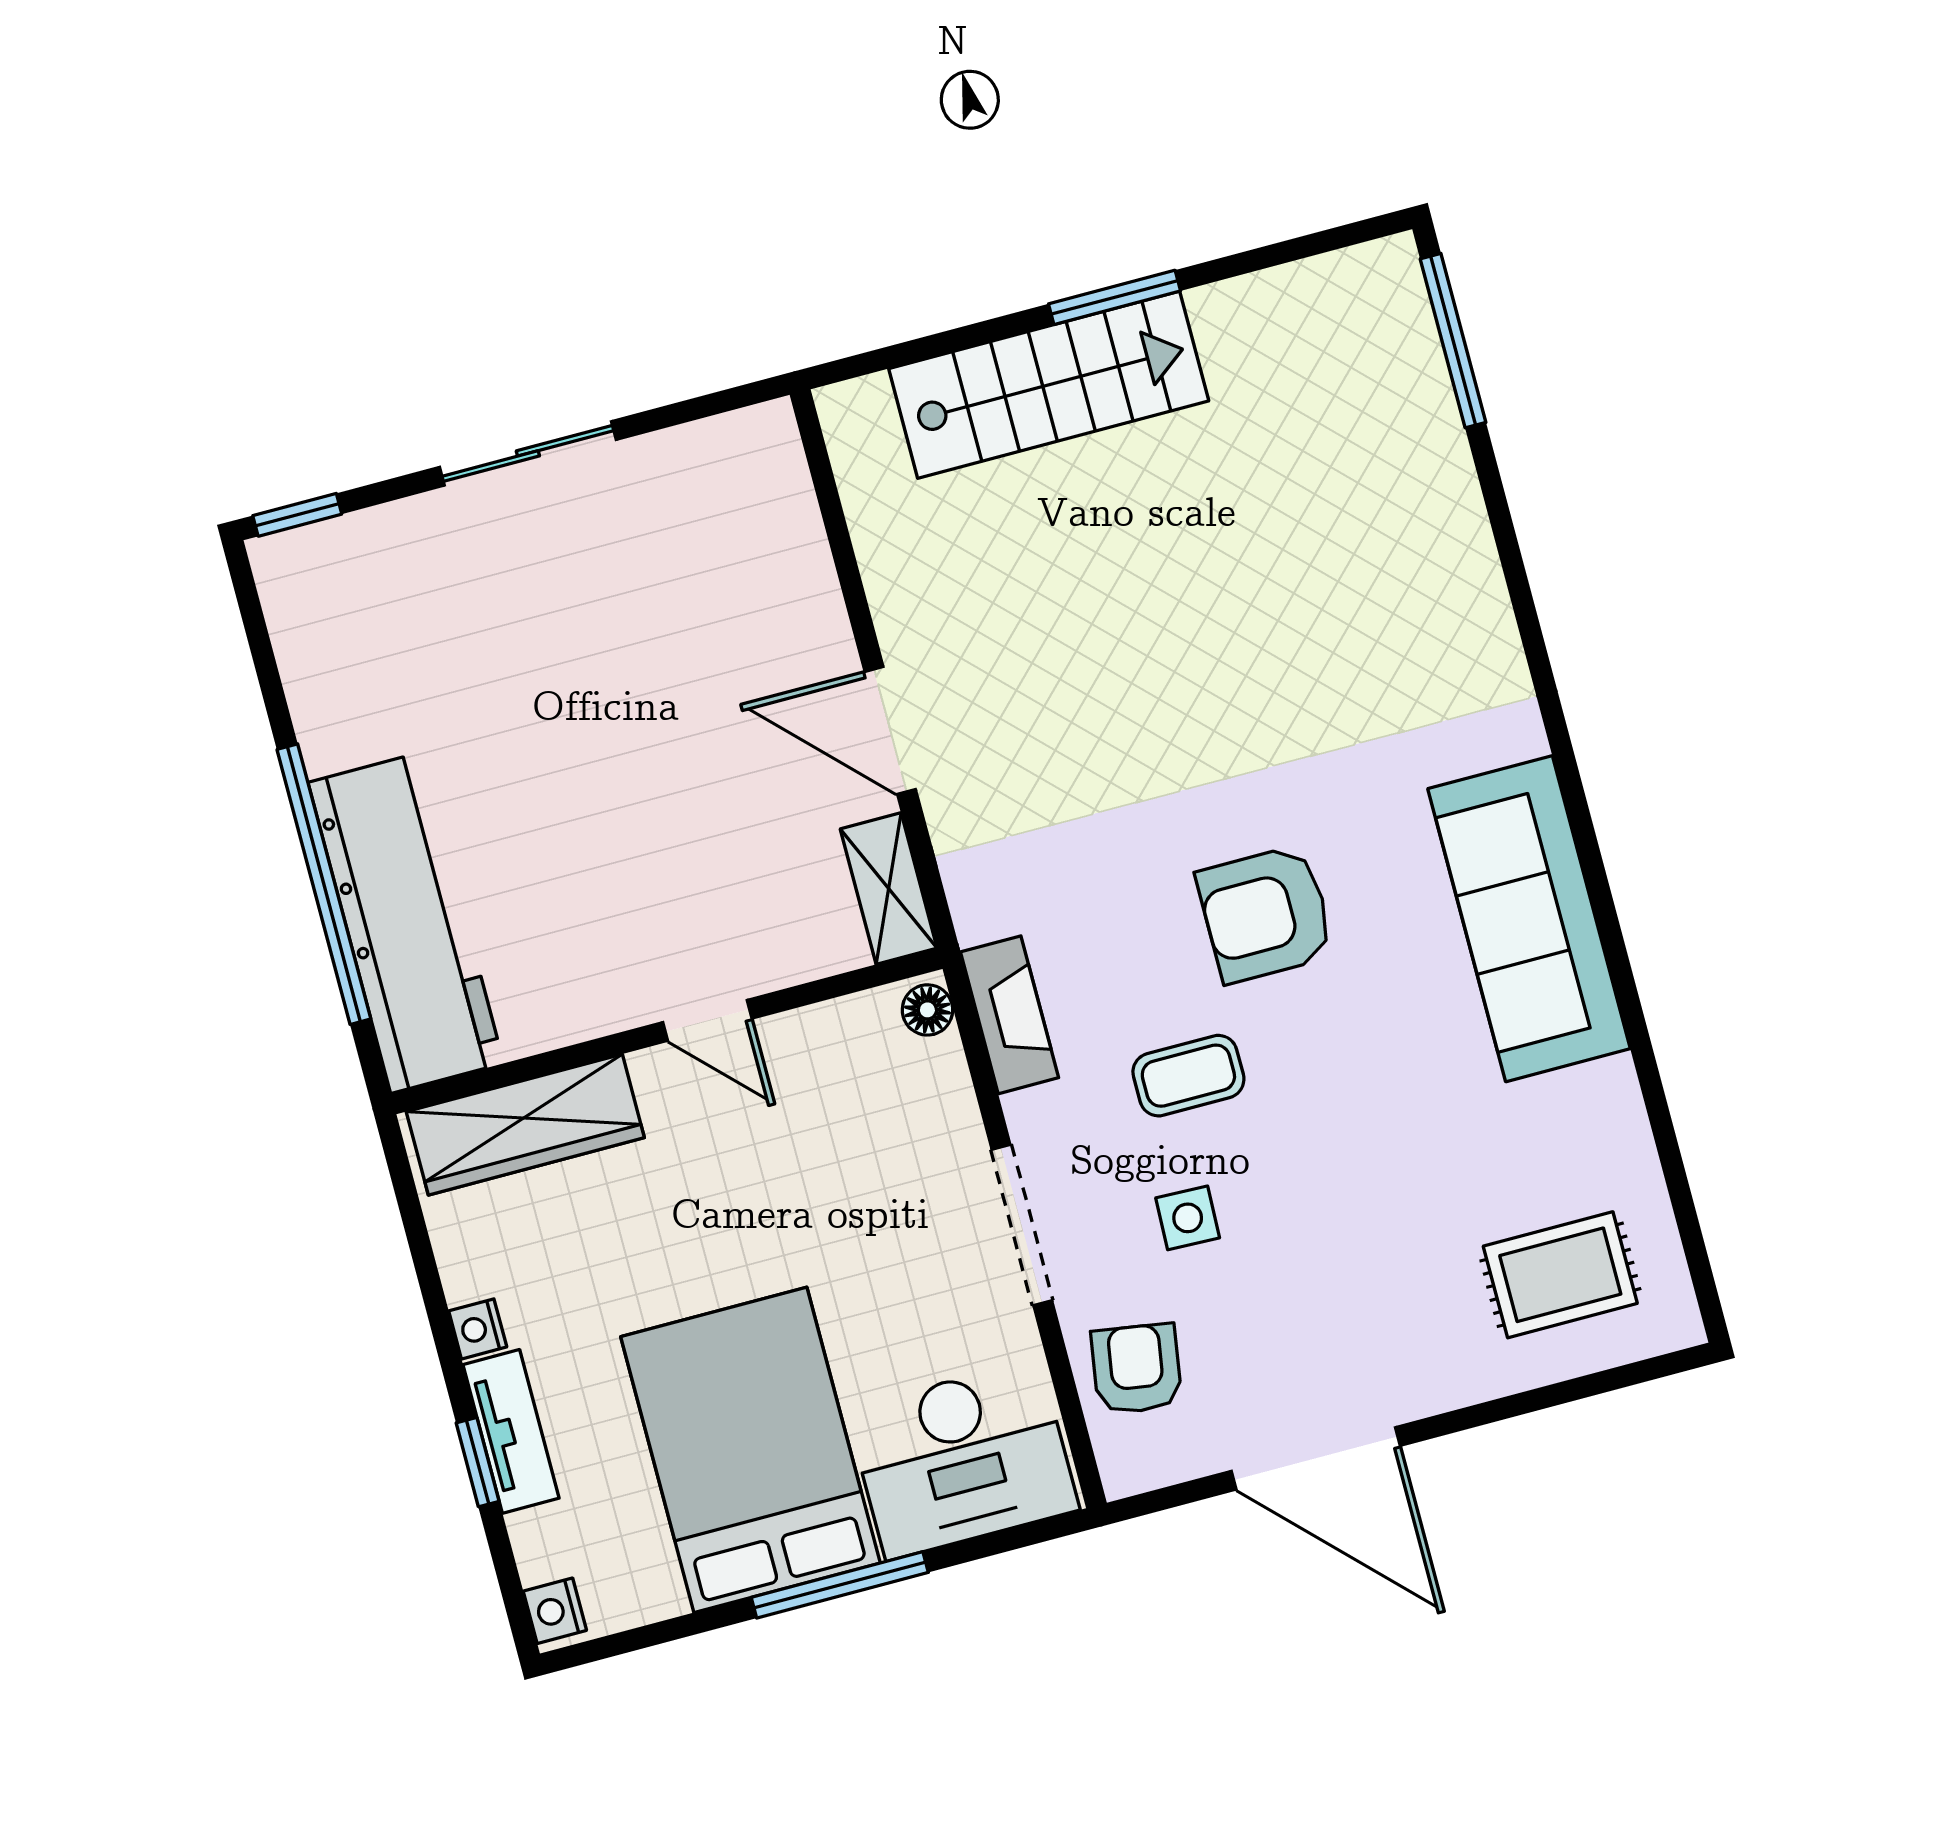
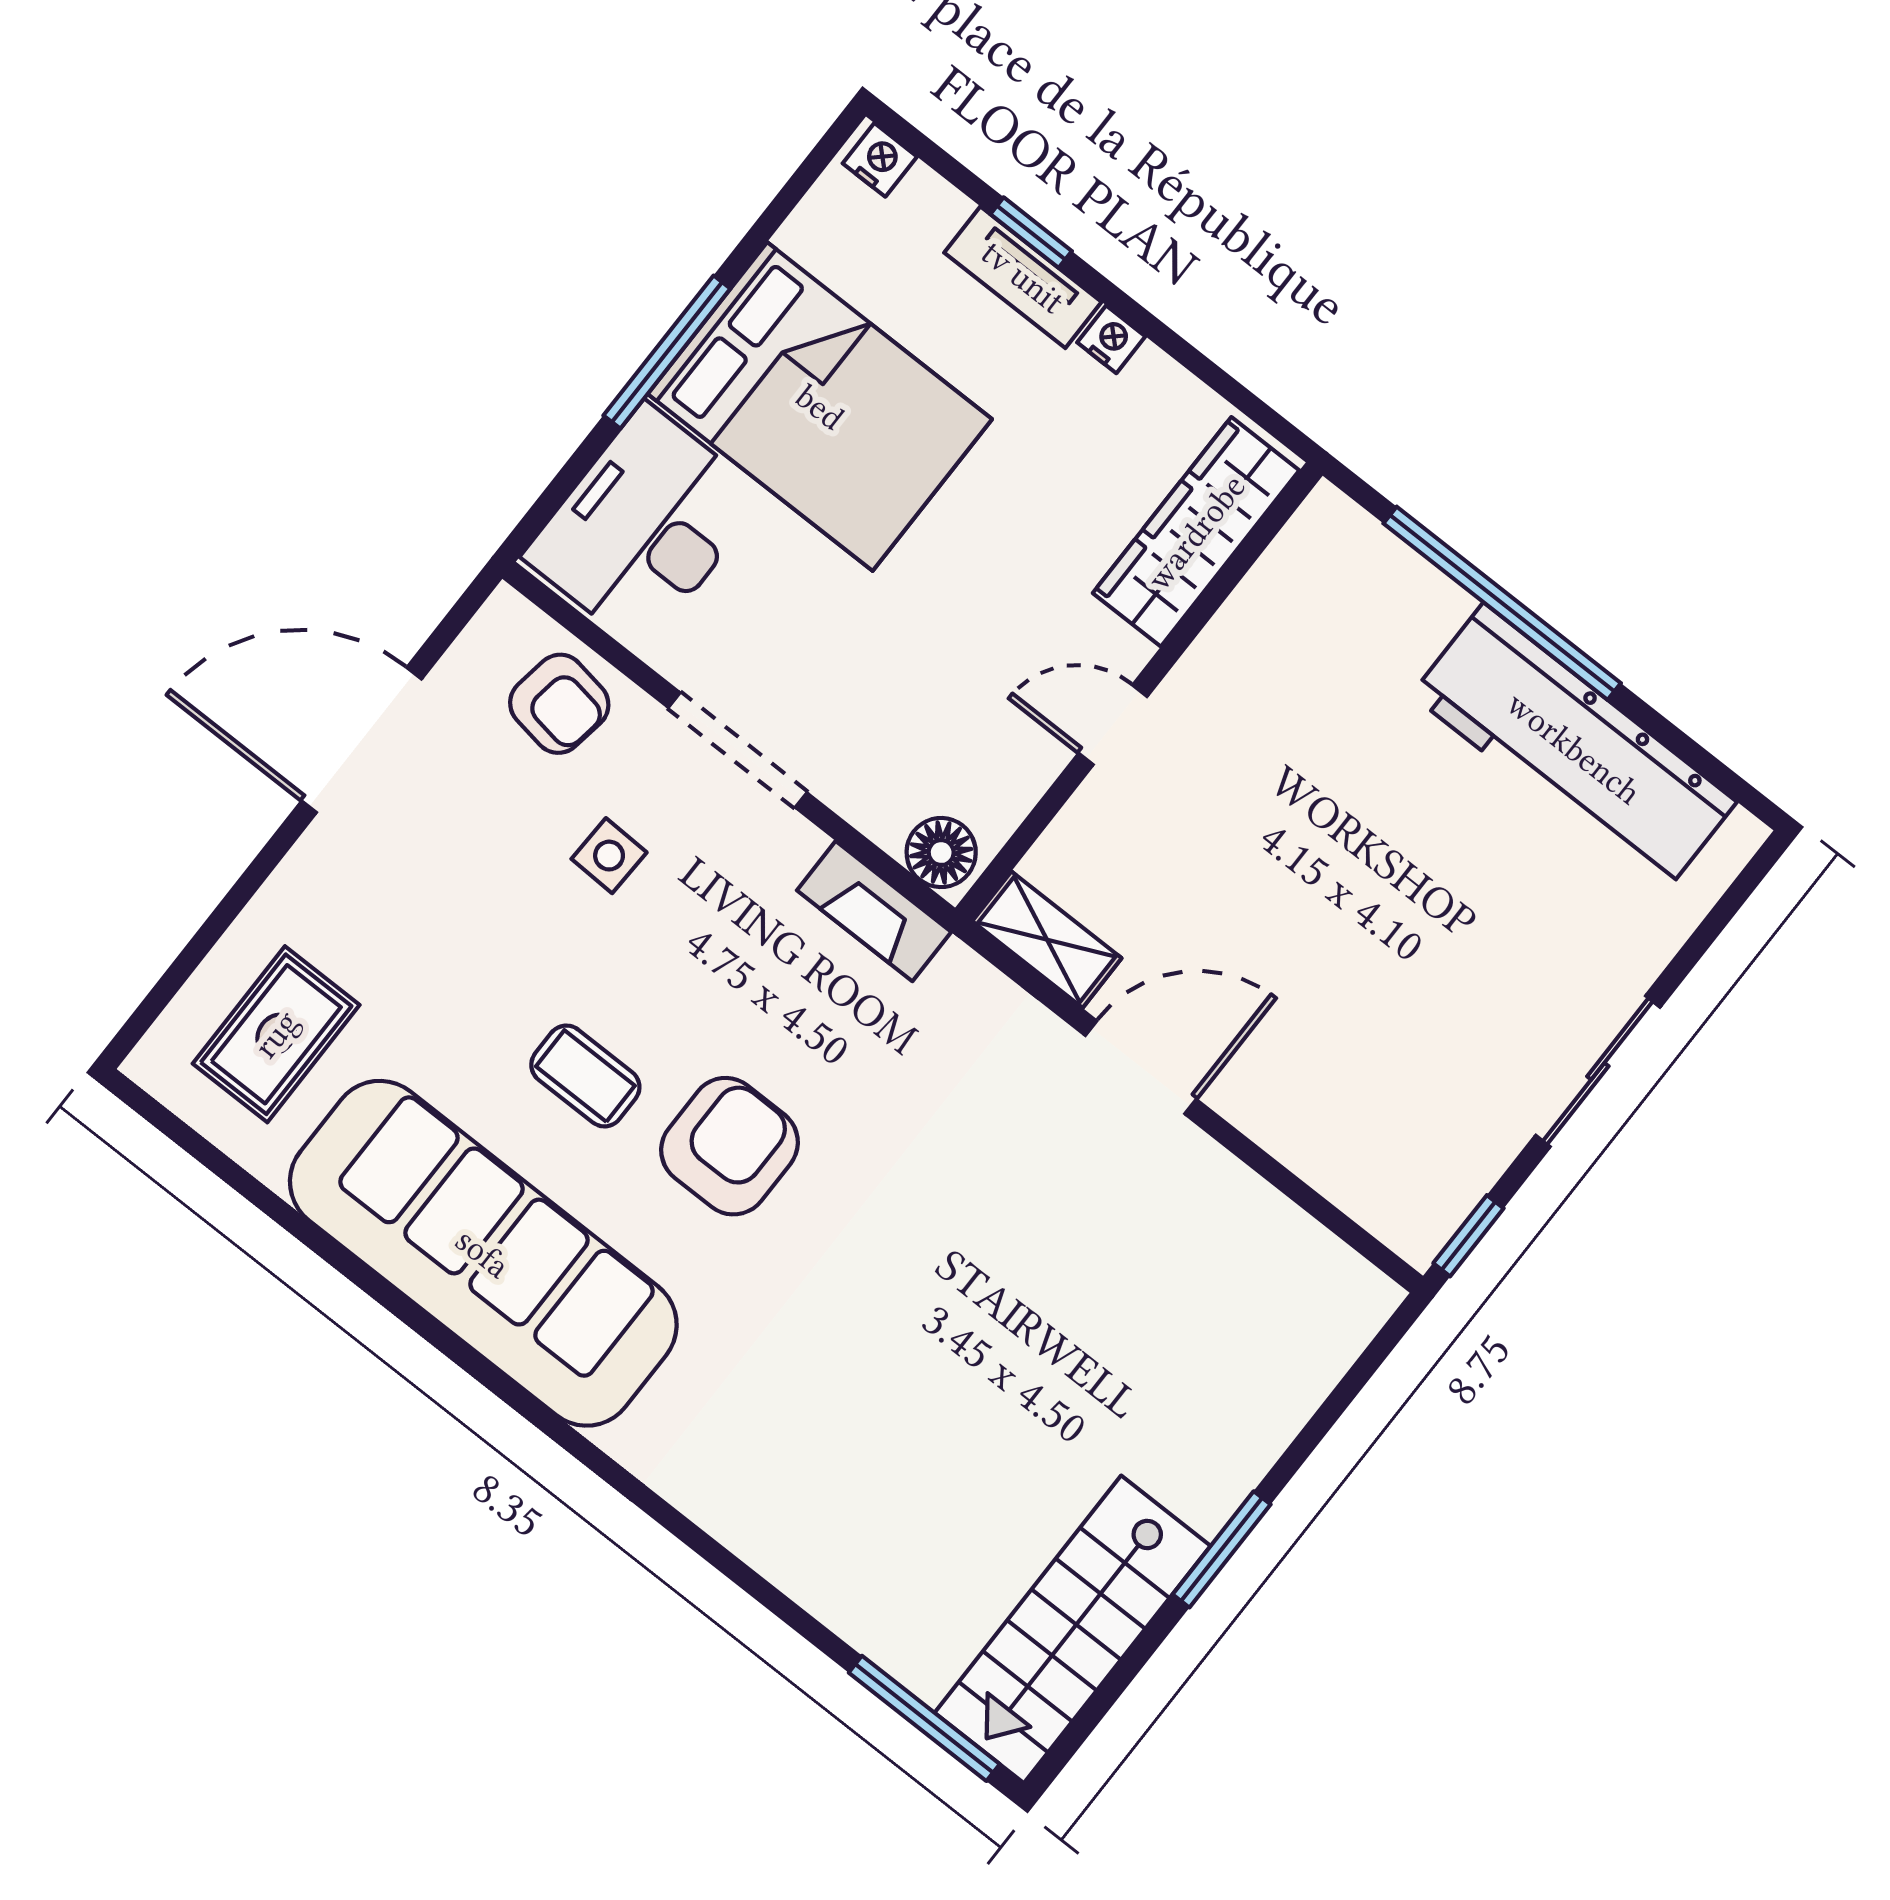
stairs: (1049, 385) -> (1073, 1629), moved
window: (297, 515) -> (1468, 1236), moved
sofa: (1529, 919) -> (483, 1253), width x1.36, depth x1.27
workbench: (406, 923) -> (1574, 748), moved
floor lamp: (927, 1010) -> (941, 853), width x1.37, depth x1.37
coffee table: (1188, 1076) -> (585, 1076), moved, turned 90

